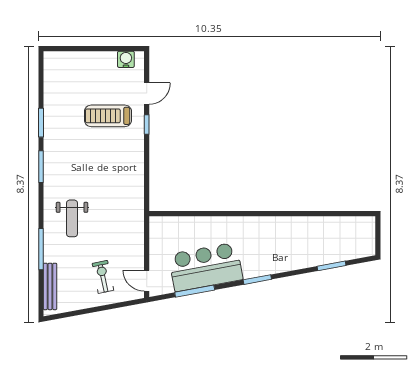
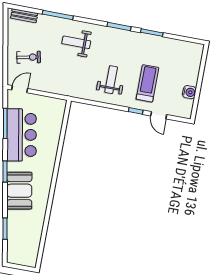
water cooler: (126, 59) -> (189, 92), moved
weight bench: (112, 164) -> (111, 80), added
booth: (279, 256) -> (19, 191), added
bench: (50, 286) -> (24, 16), width x0.73

